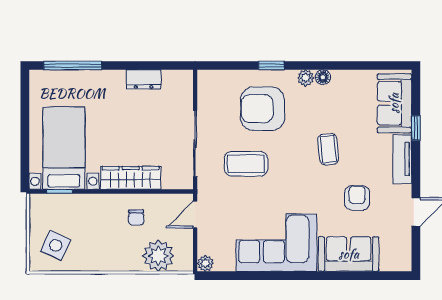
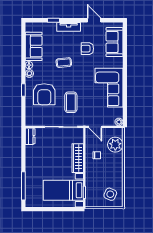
dresser: (143, 79) -> (30, 136), moved
sofa: (394, 103) -> (34, 46), moved, turned -90
sofa: (349, 254) -> (114, 42), moved

